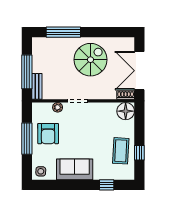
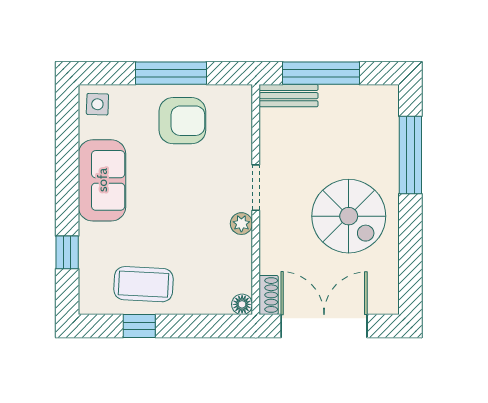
plant: (58, 107) -> (241, 224), moved
floor lamp: (126, 111) -> (242, 304), width x0.53, depth x0.53
armchair: (48, 134) -> (182, 121), turned 180

